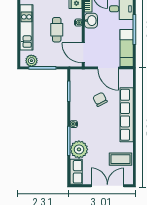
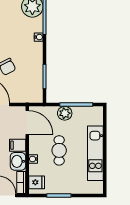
filing cabinet: (91, 34) -> (18, 145), added
plant: (31, 61) -> (65, 113), moved

